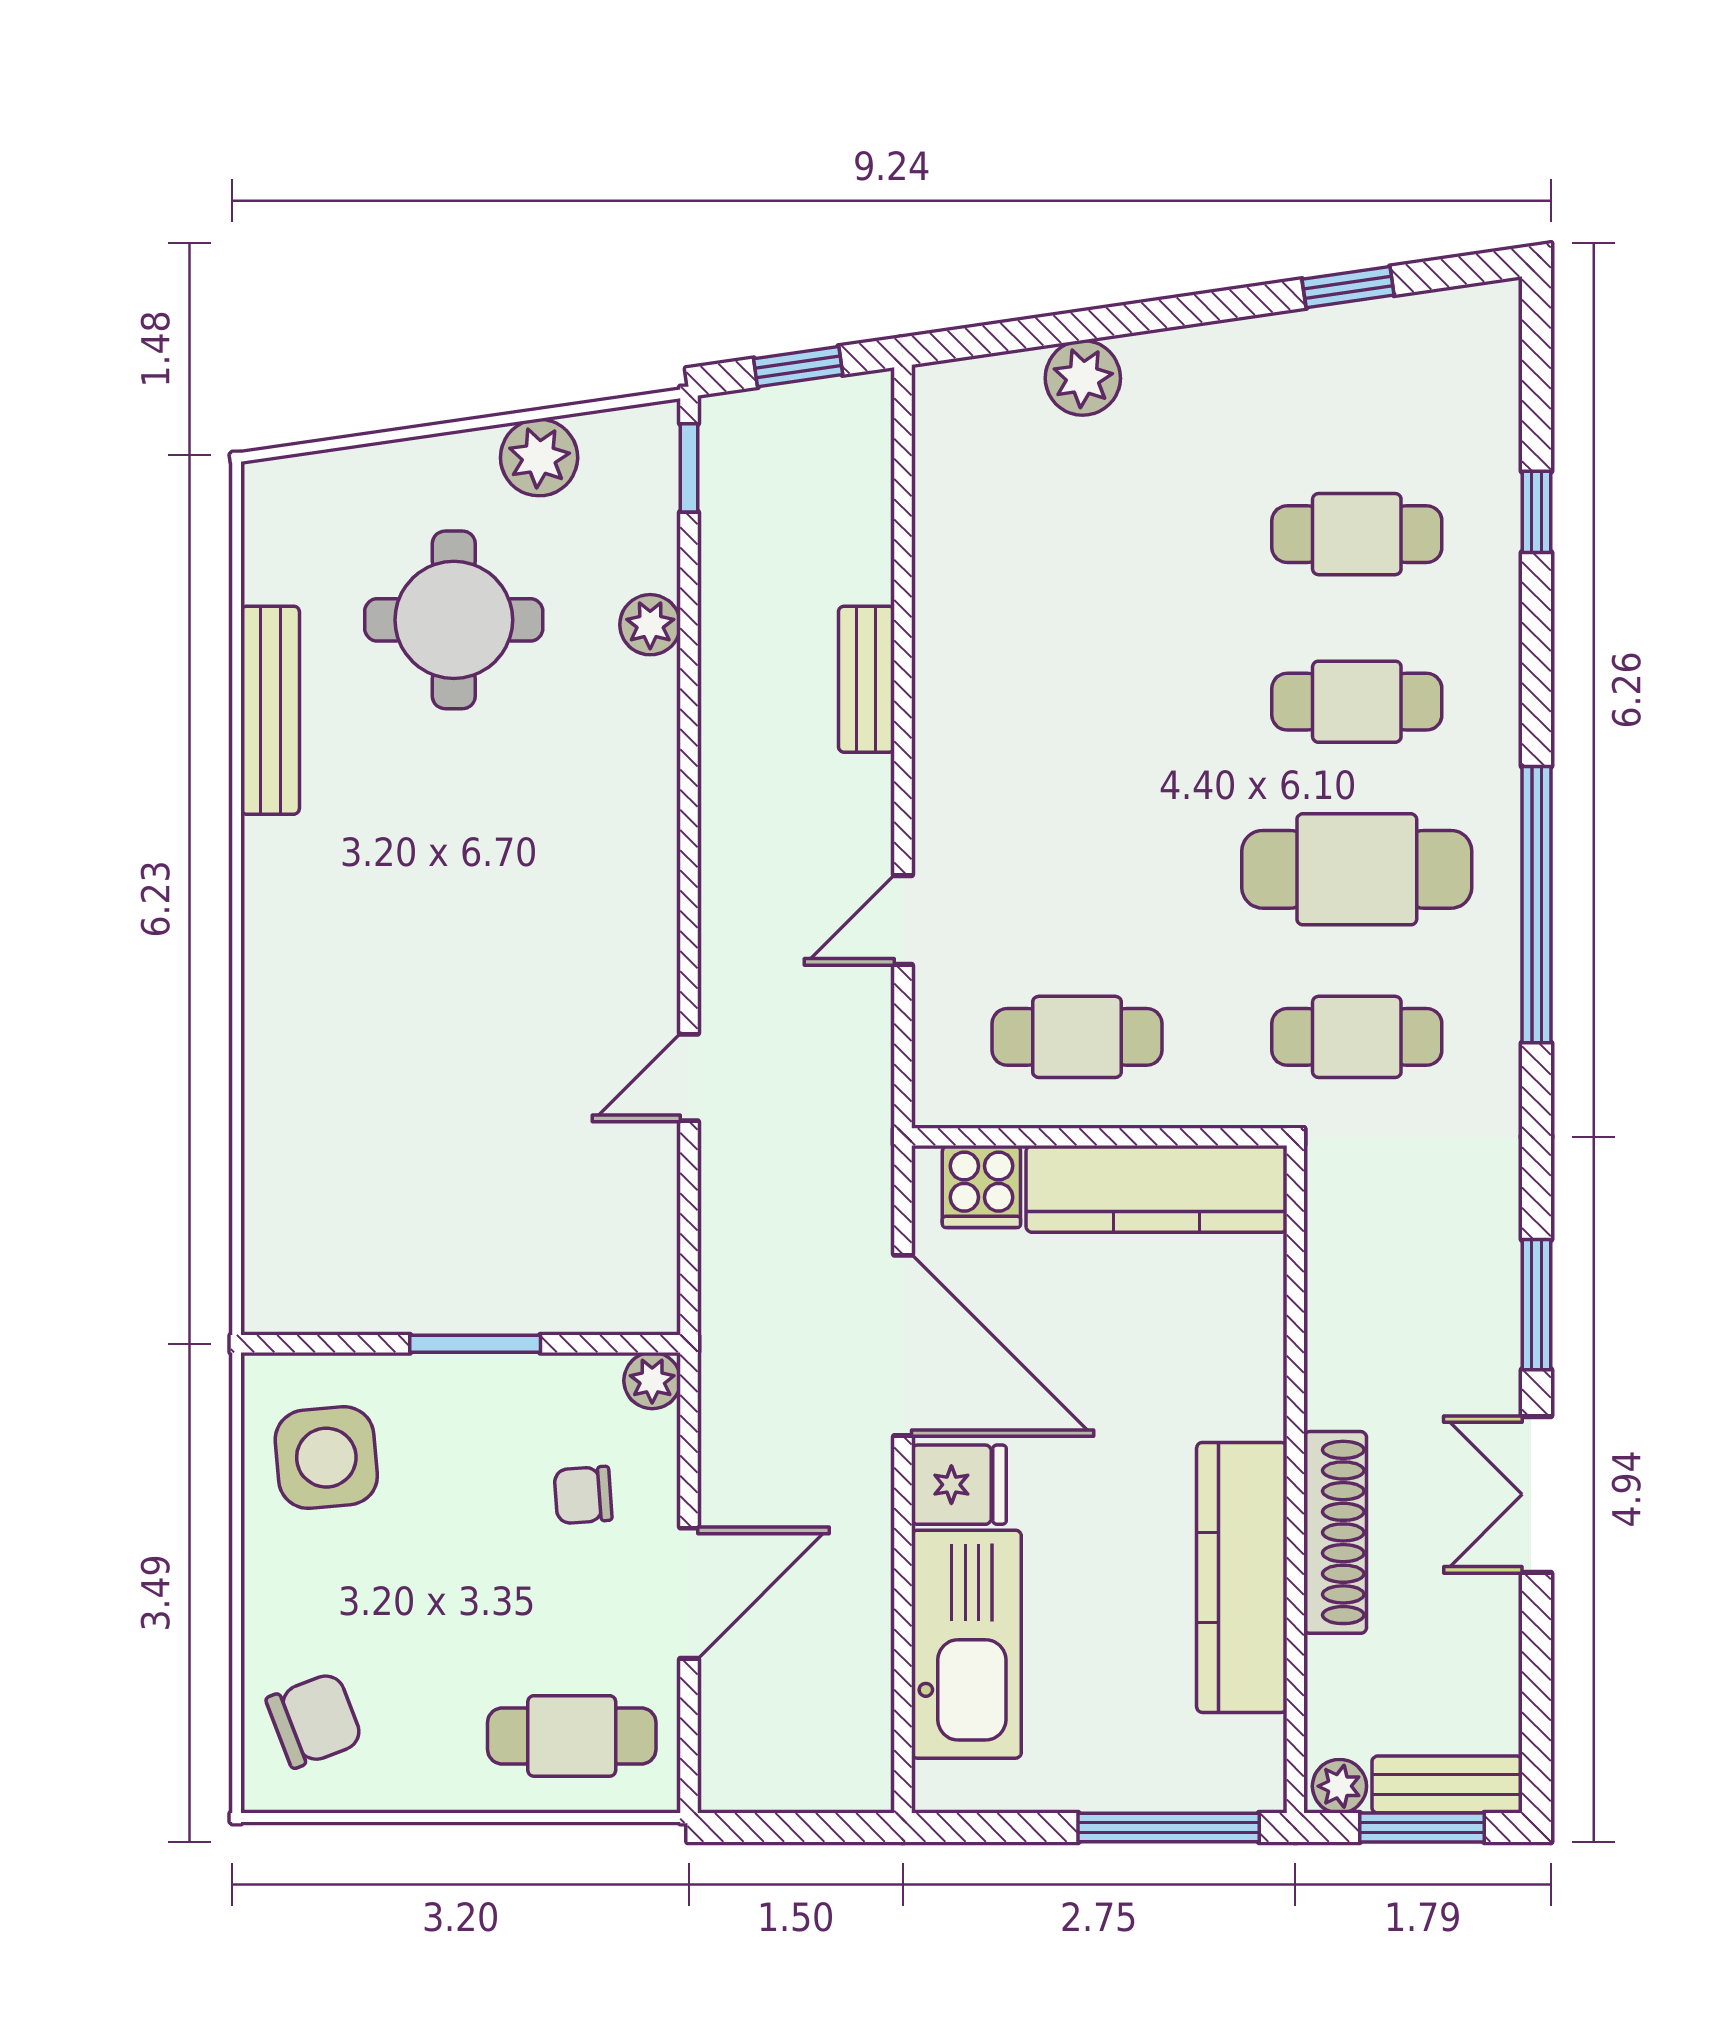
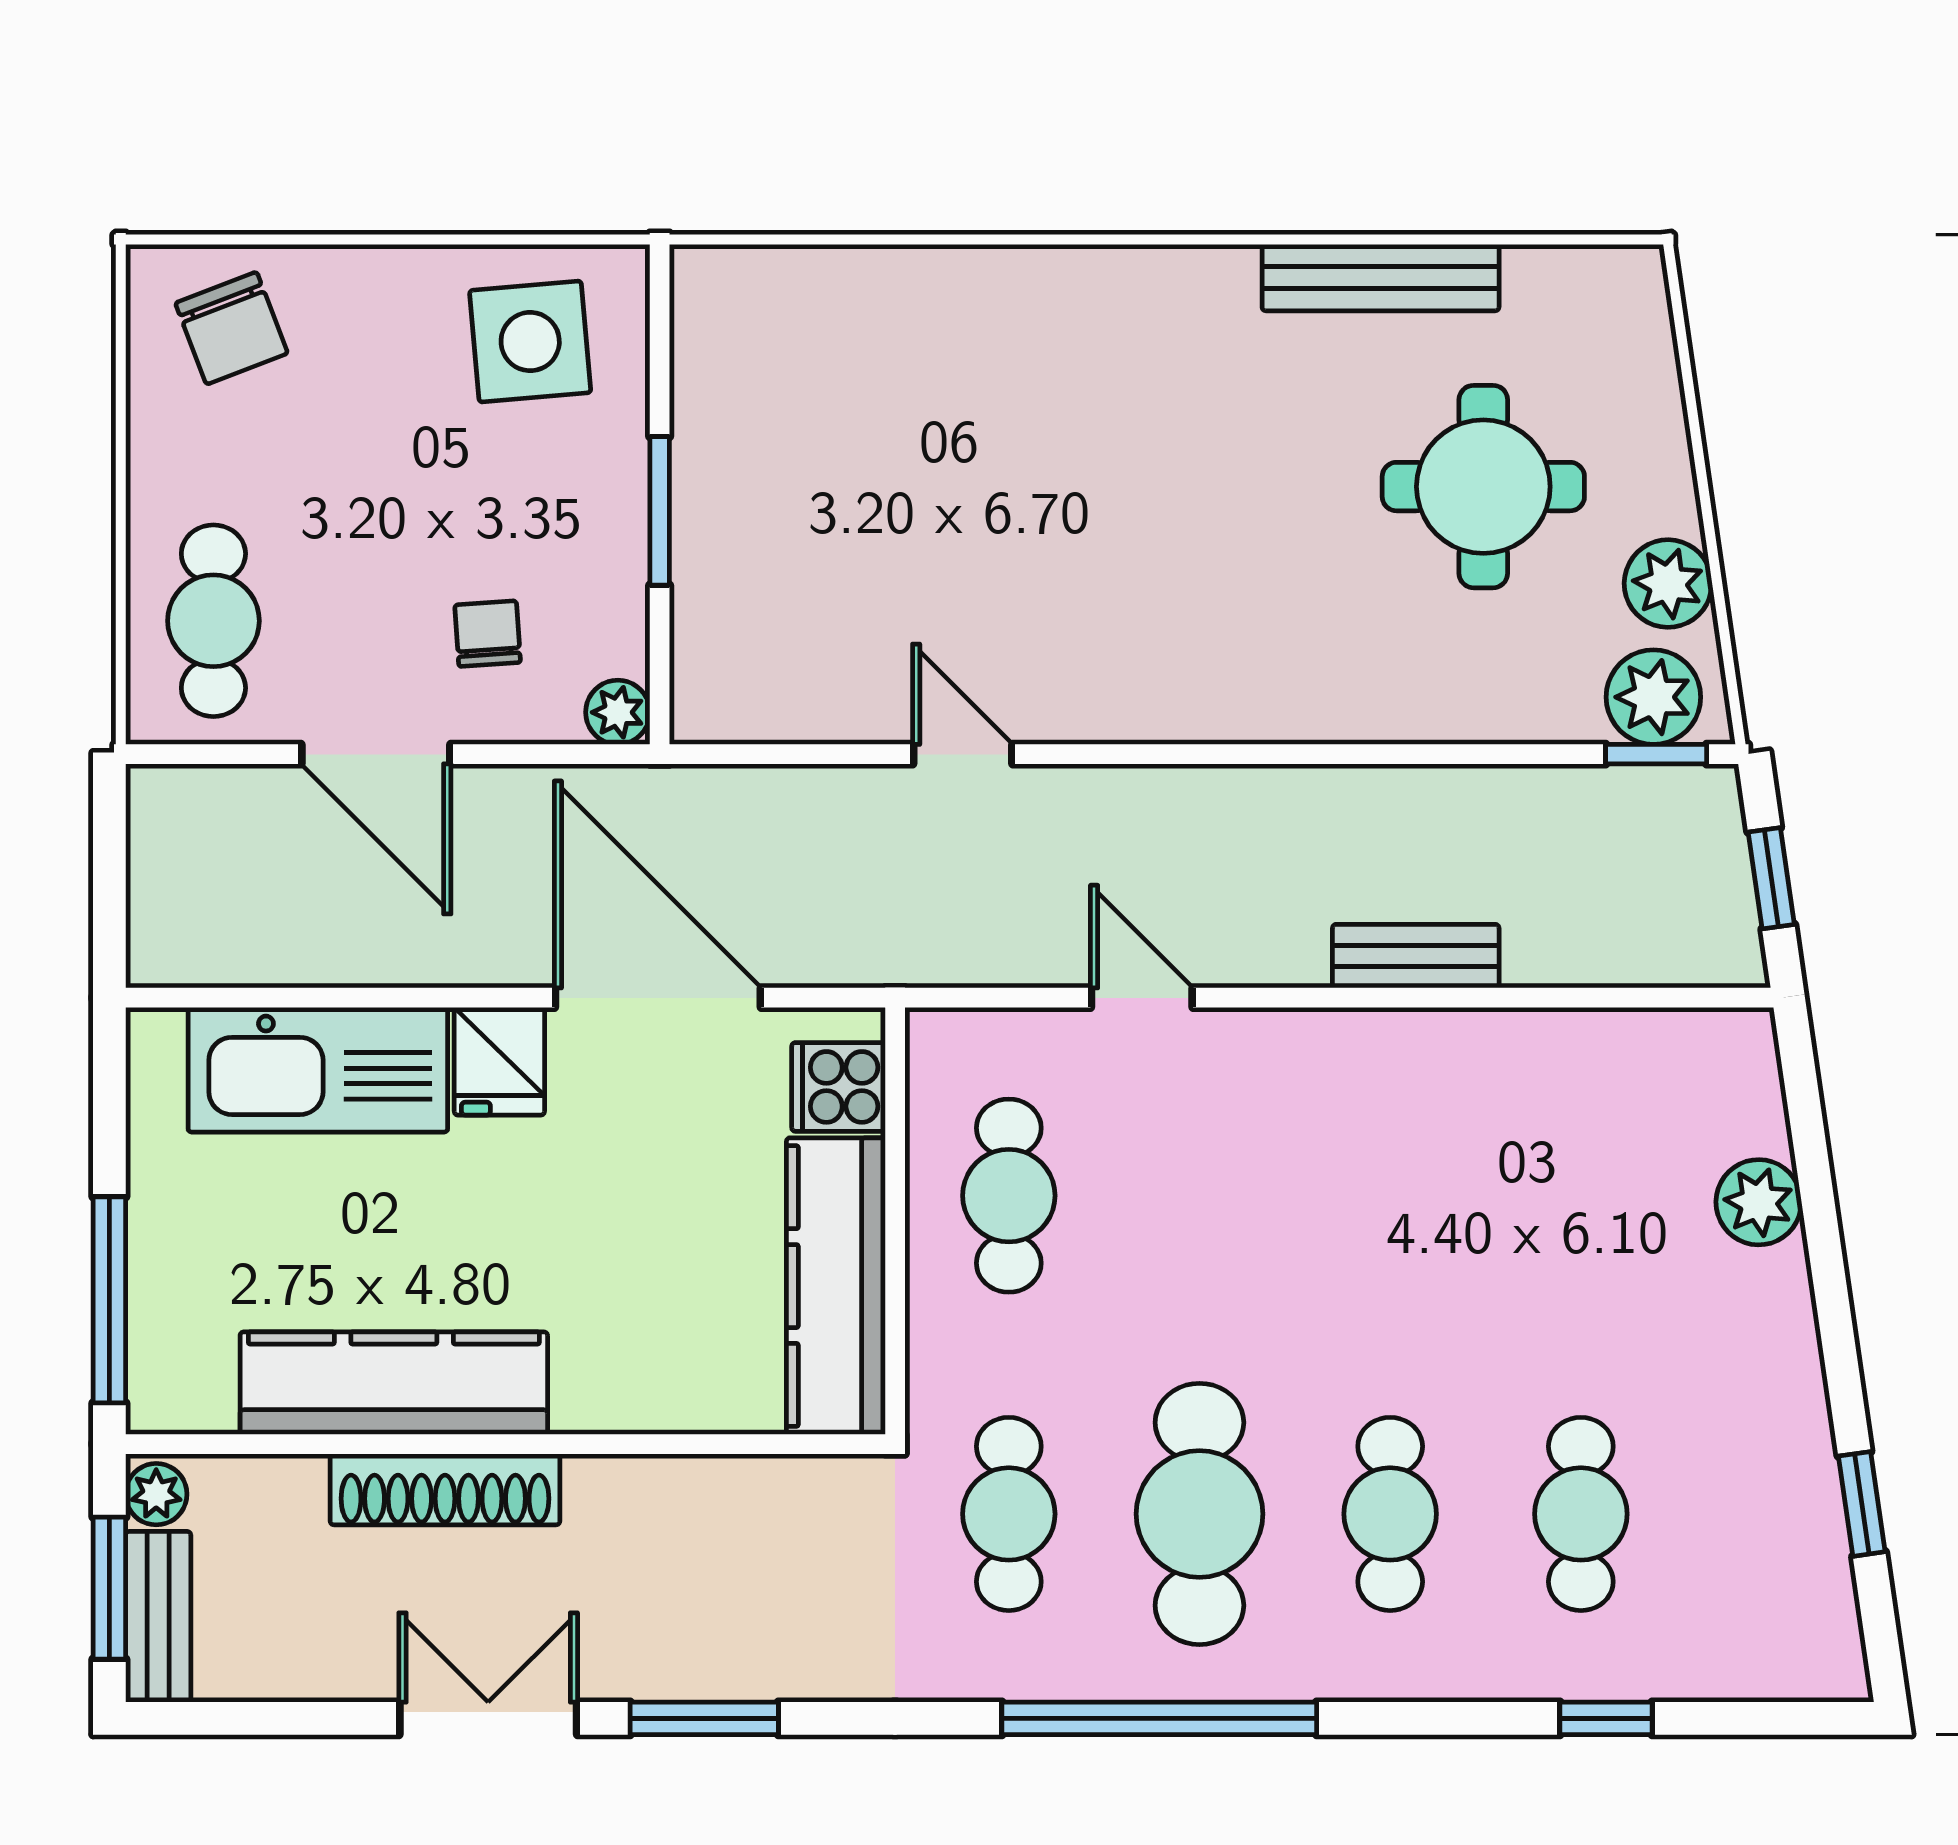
plant: (650, 625) -> (1653, 697), moved, width x1.38, depth x1.38
door: (903, 1345) -> (658, 998), swing flipped

